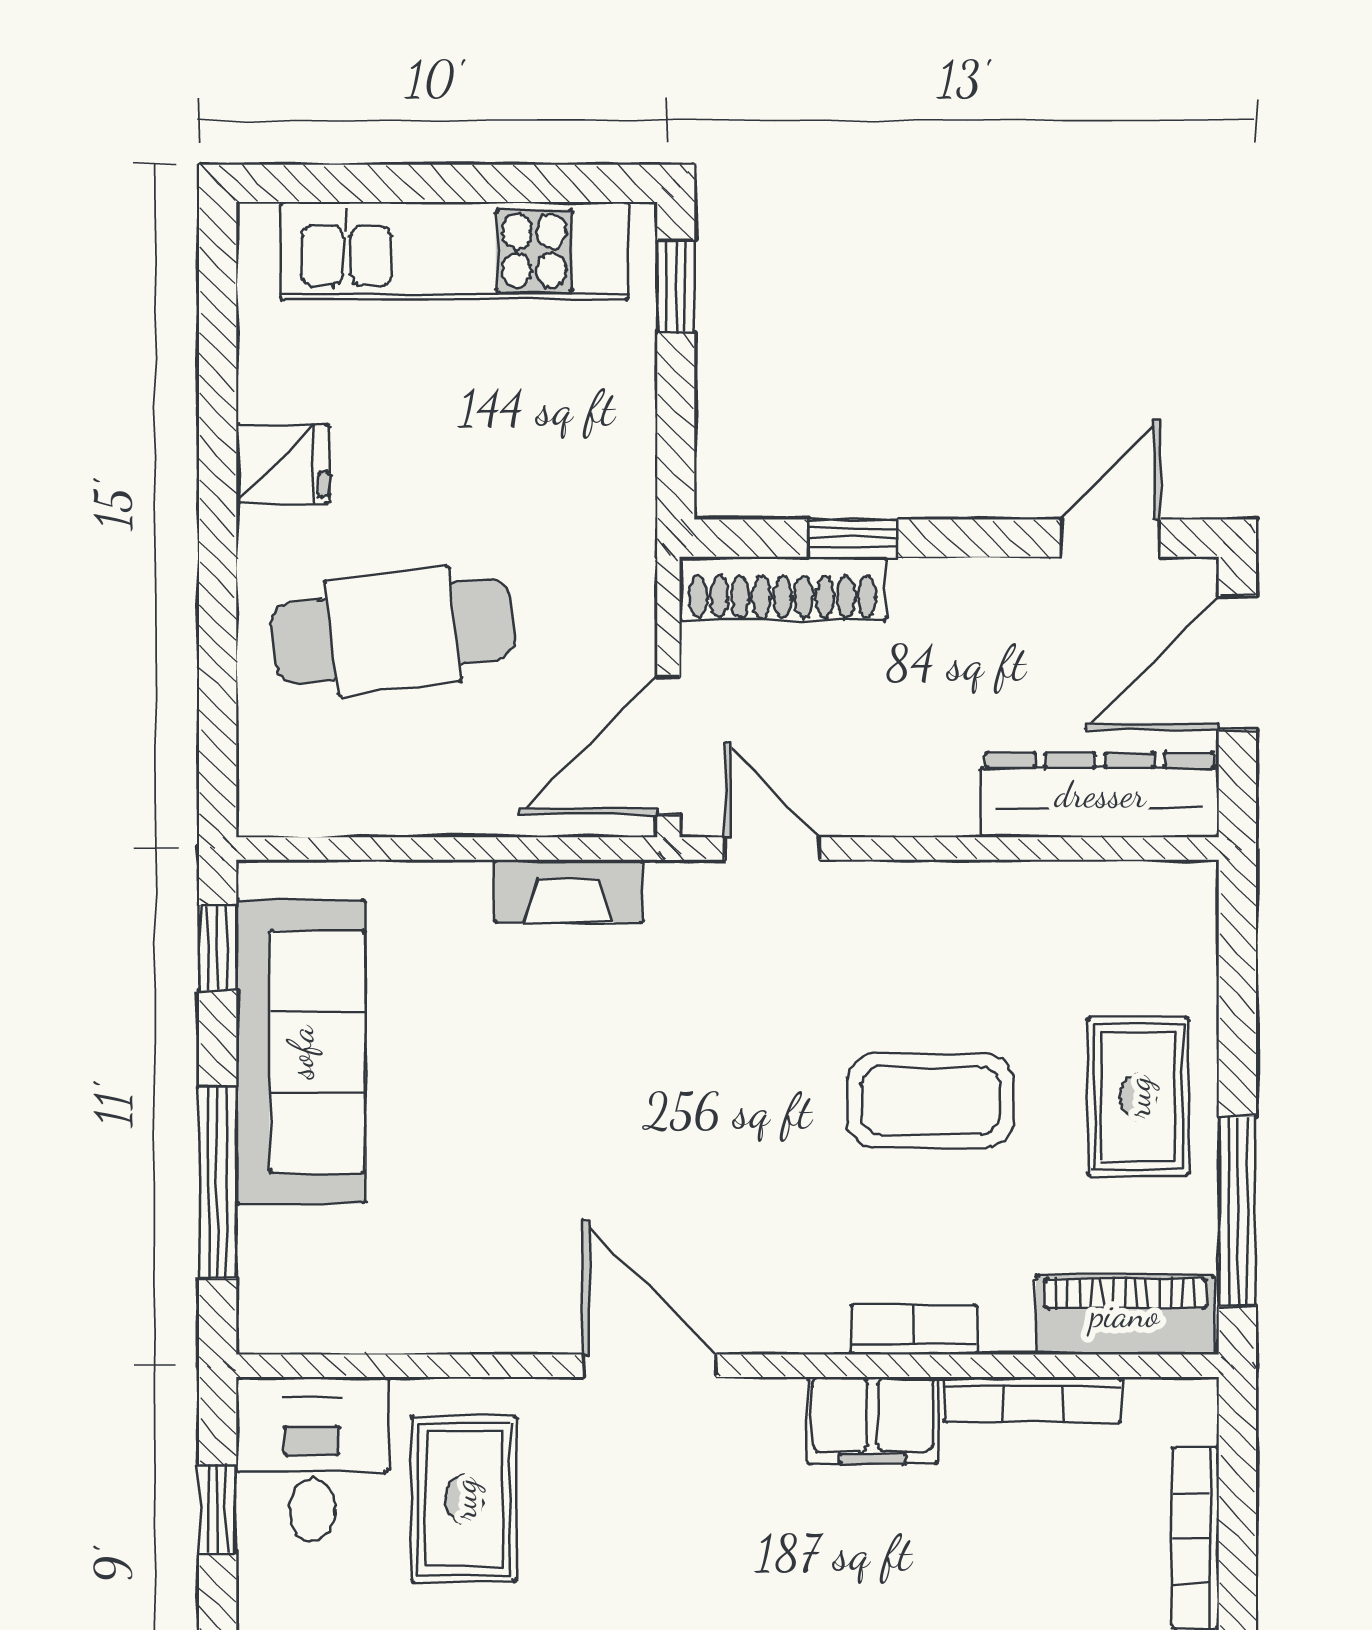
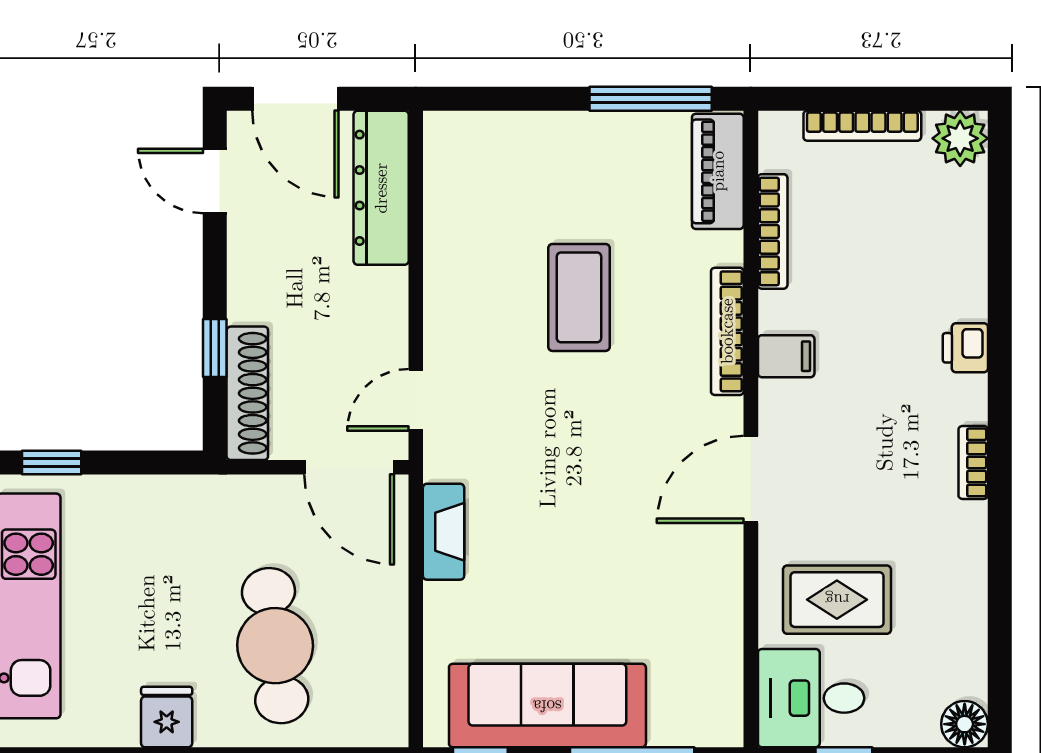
rug: (1138, 1097) -> (577, 163), removed
bookcase: (914, 1330) -> (727, 331), width x1.56
filing cabinet: (873, 1420) -> (786, 356), width x0.50

